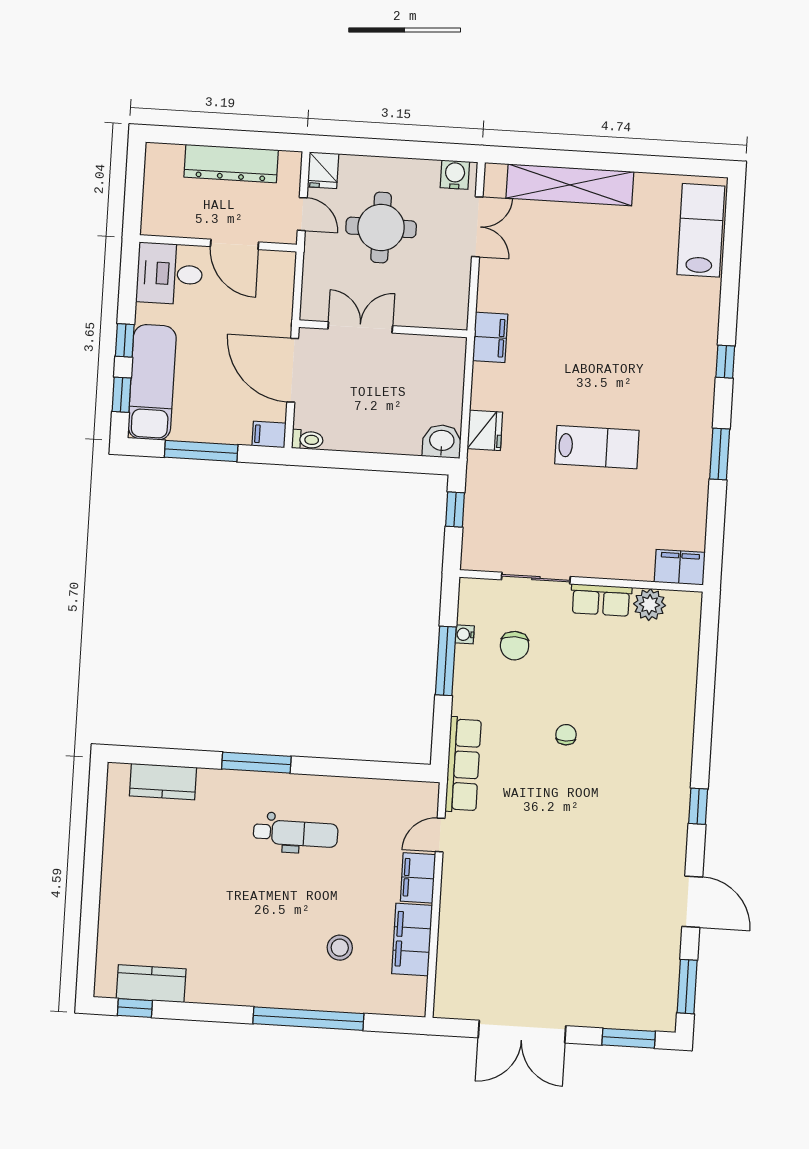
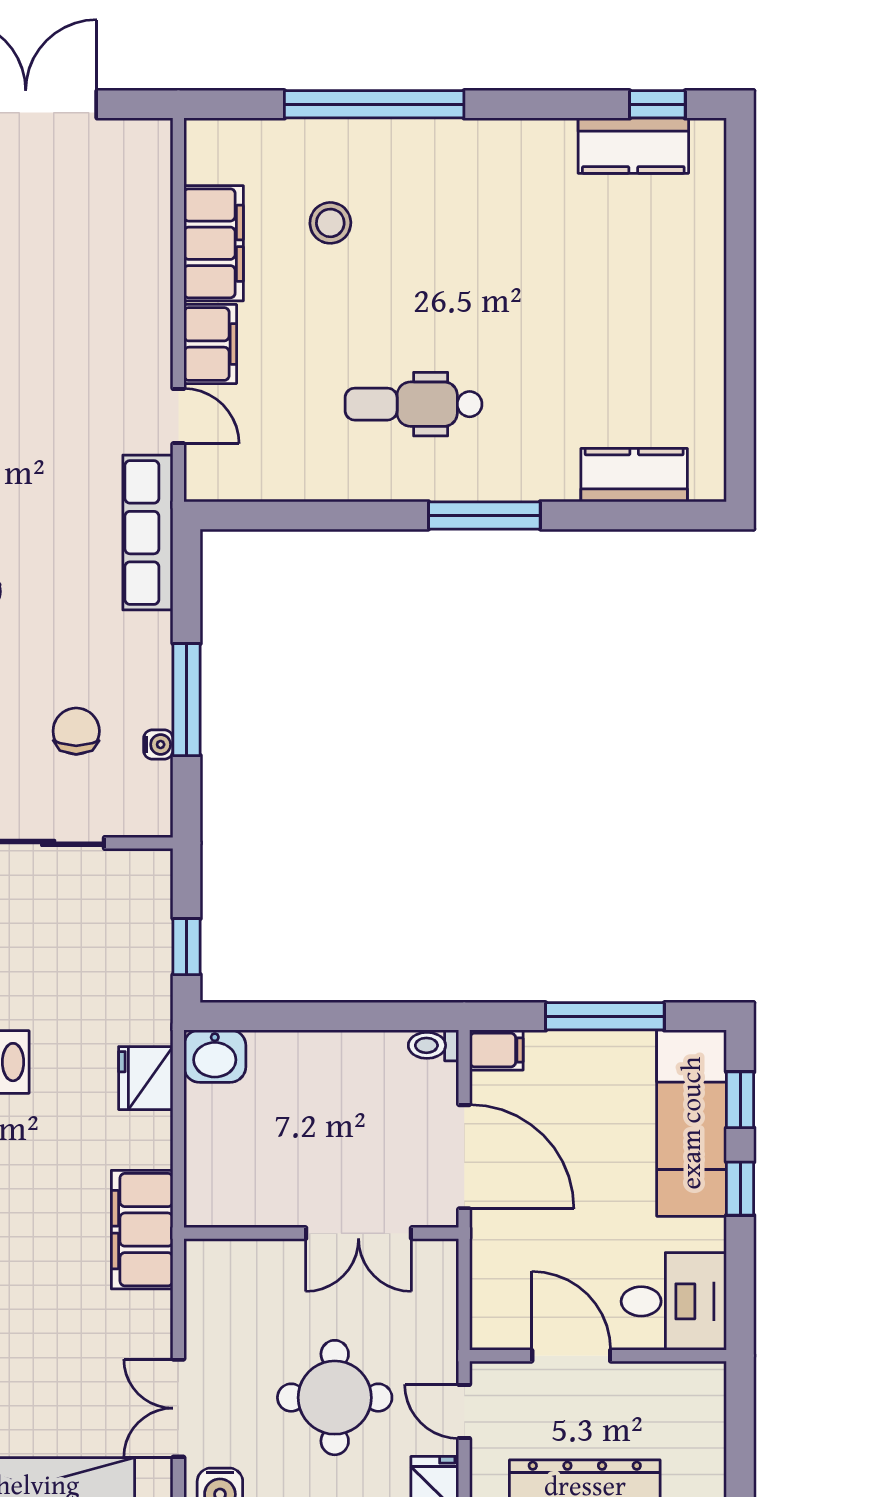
filing cabinet: (490, 337) -> (142, 1230), width x1.50, depth x1.17
door: (440, 835) -> (178, 416), hinge flipped

